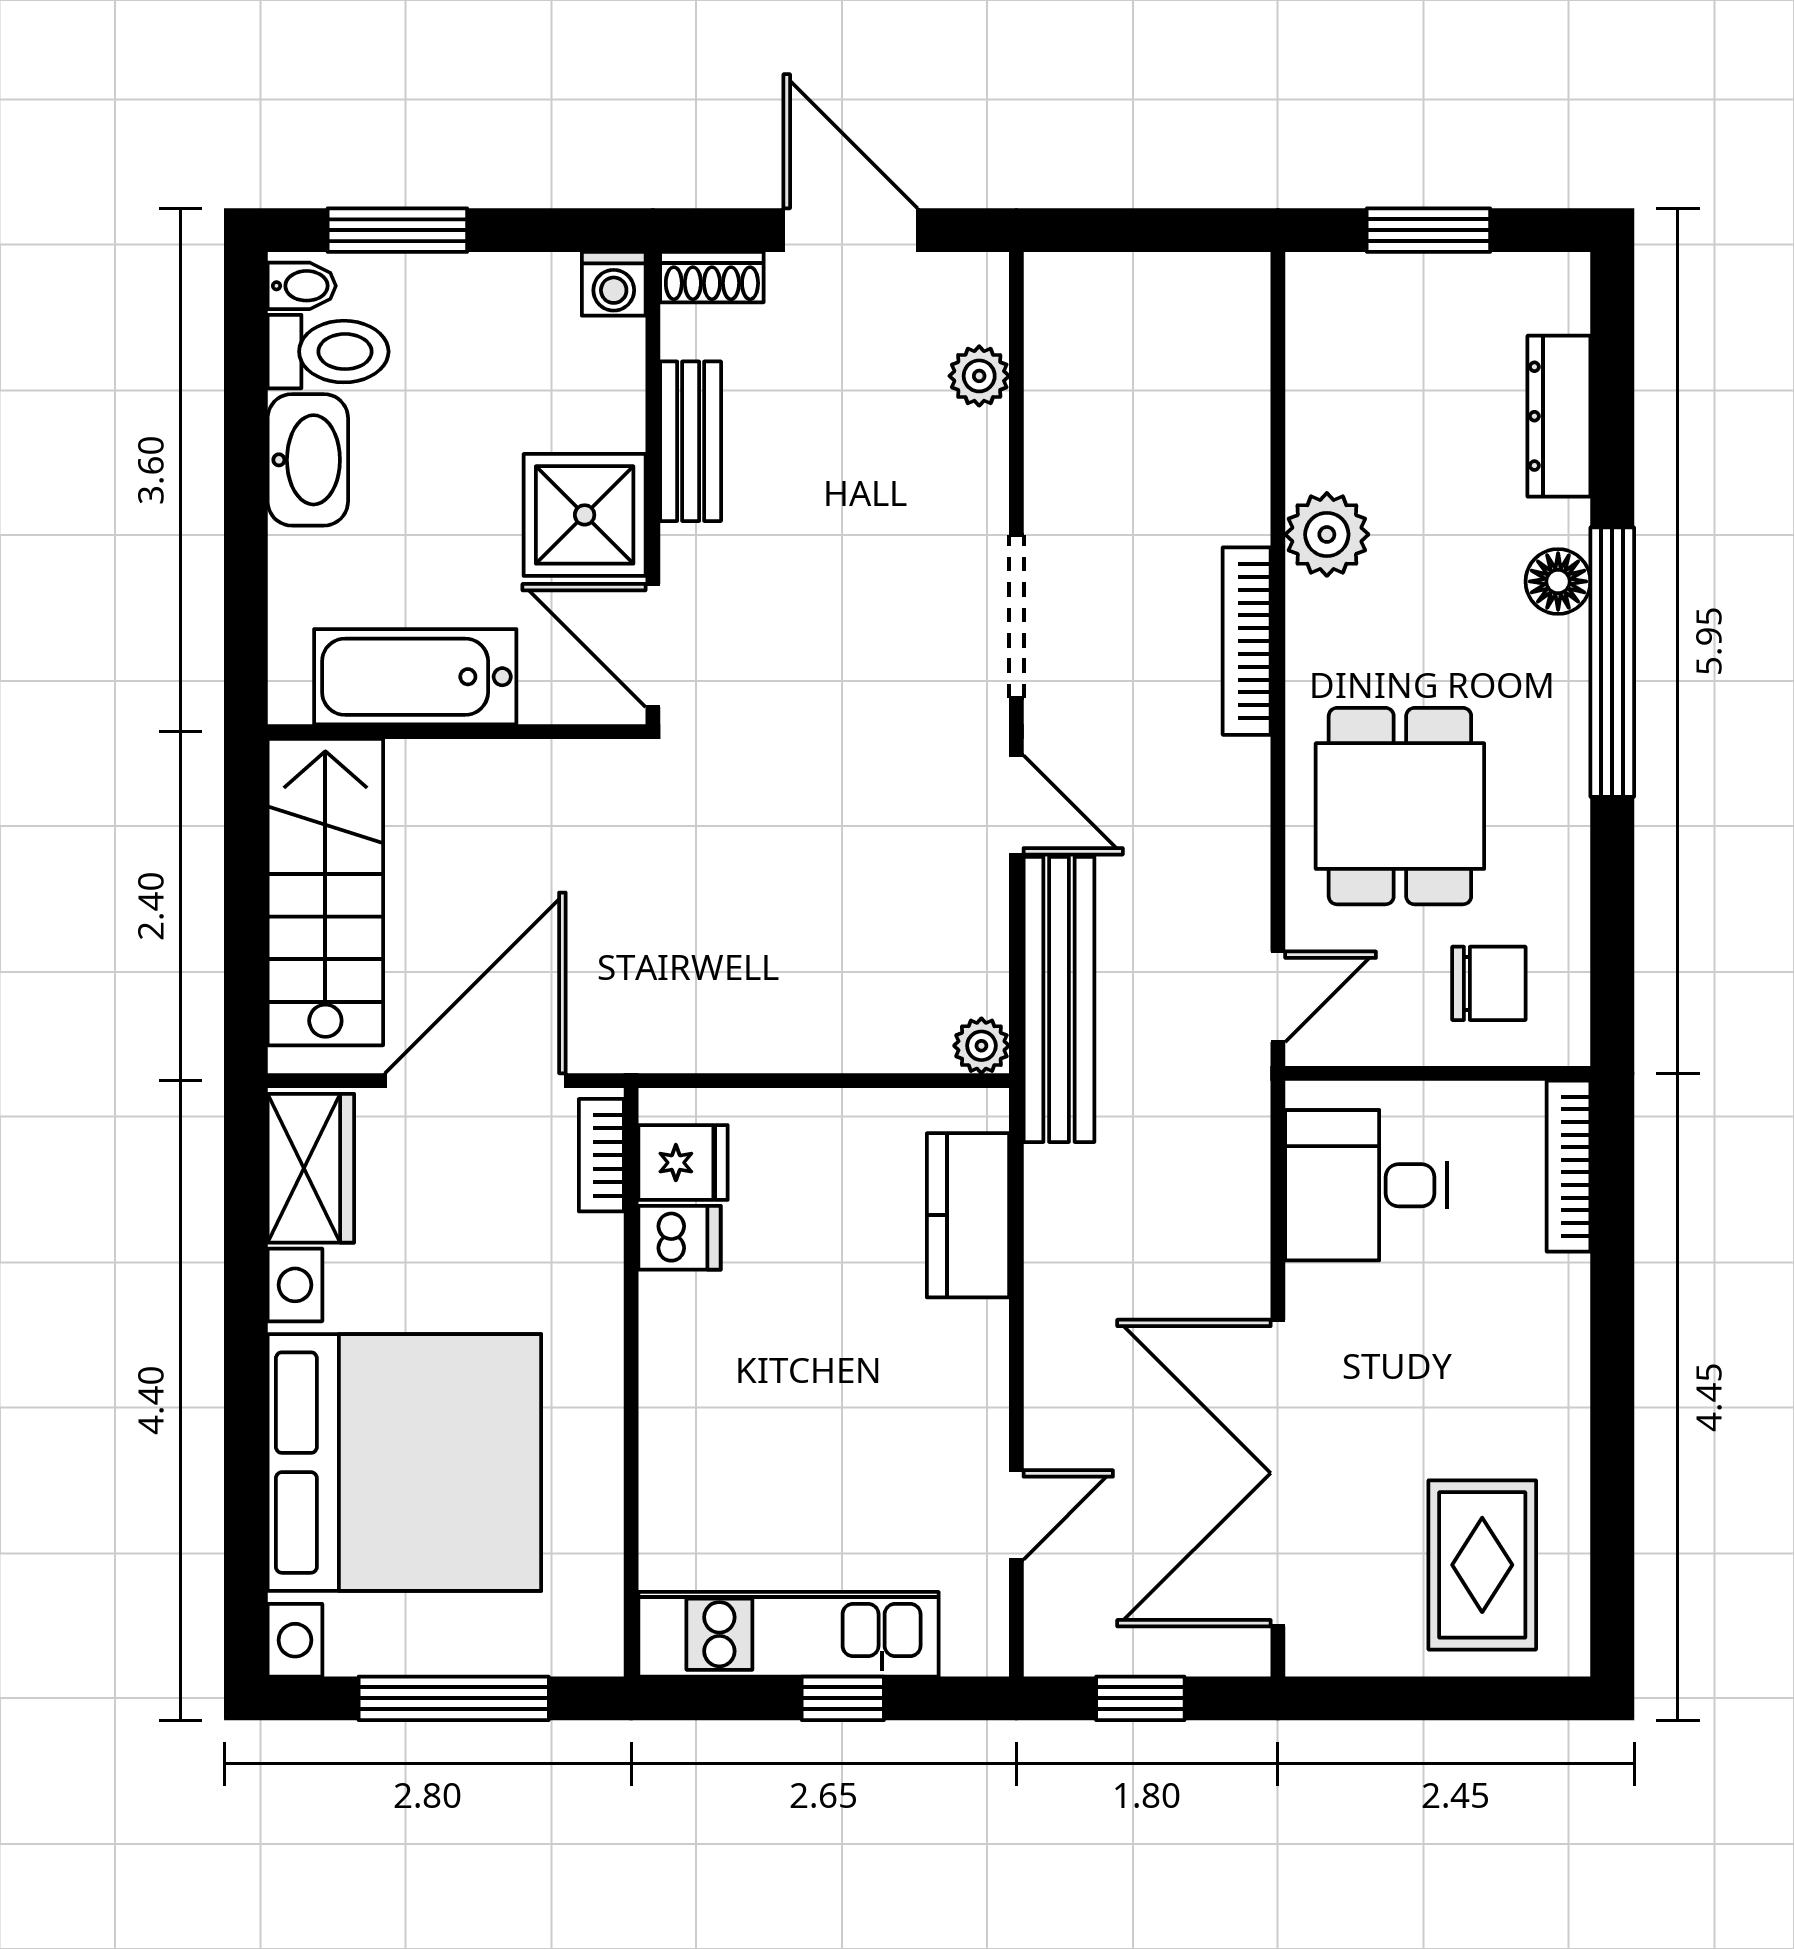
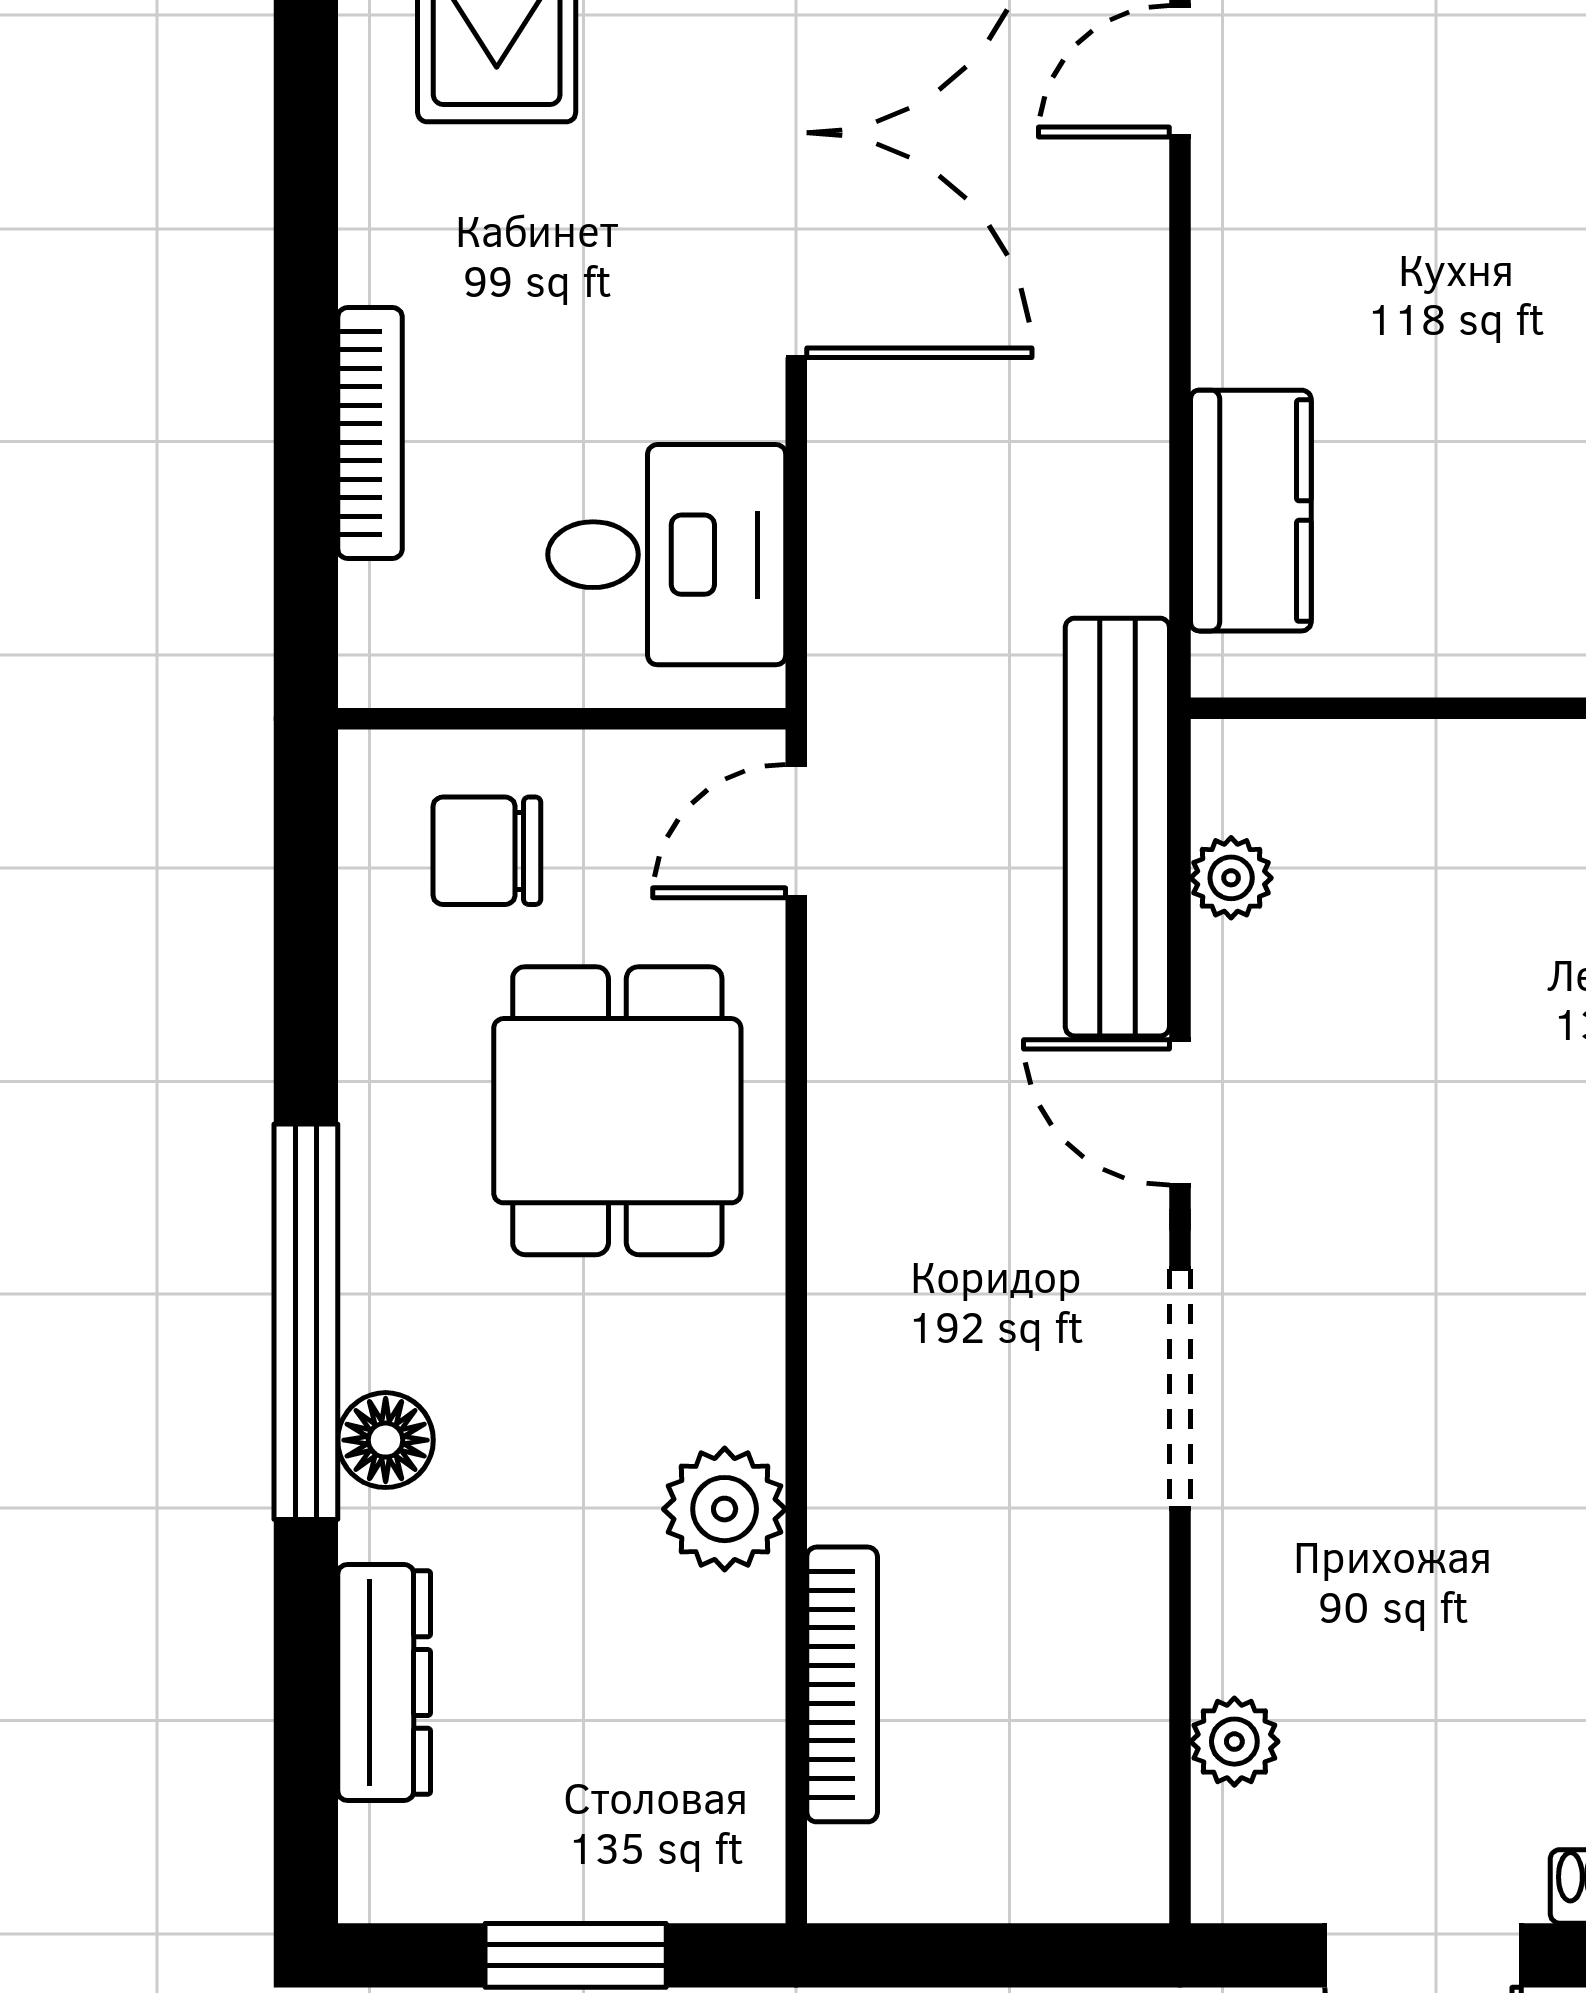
bookcase: (1247, 641) -> (842, 1684), moved
plant: (981, 1046) -> (1231, 878), moved
bookcase: (1569, 1166) -> (370, 433), moved

